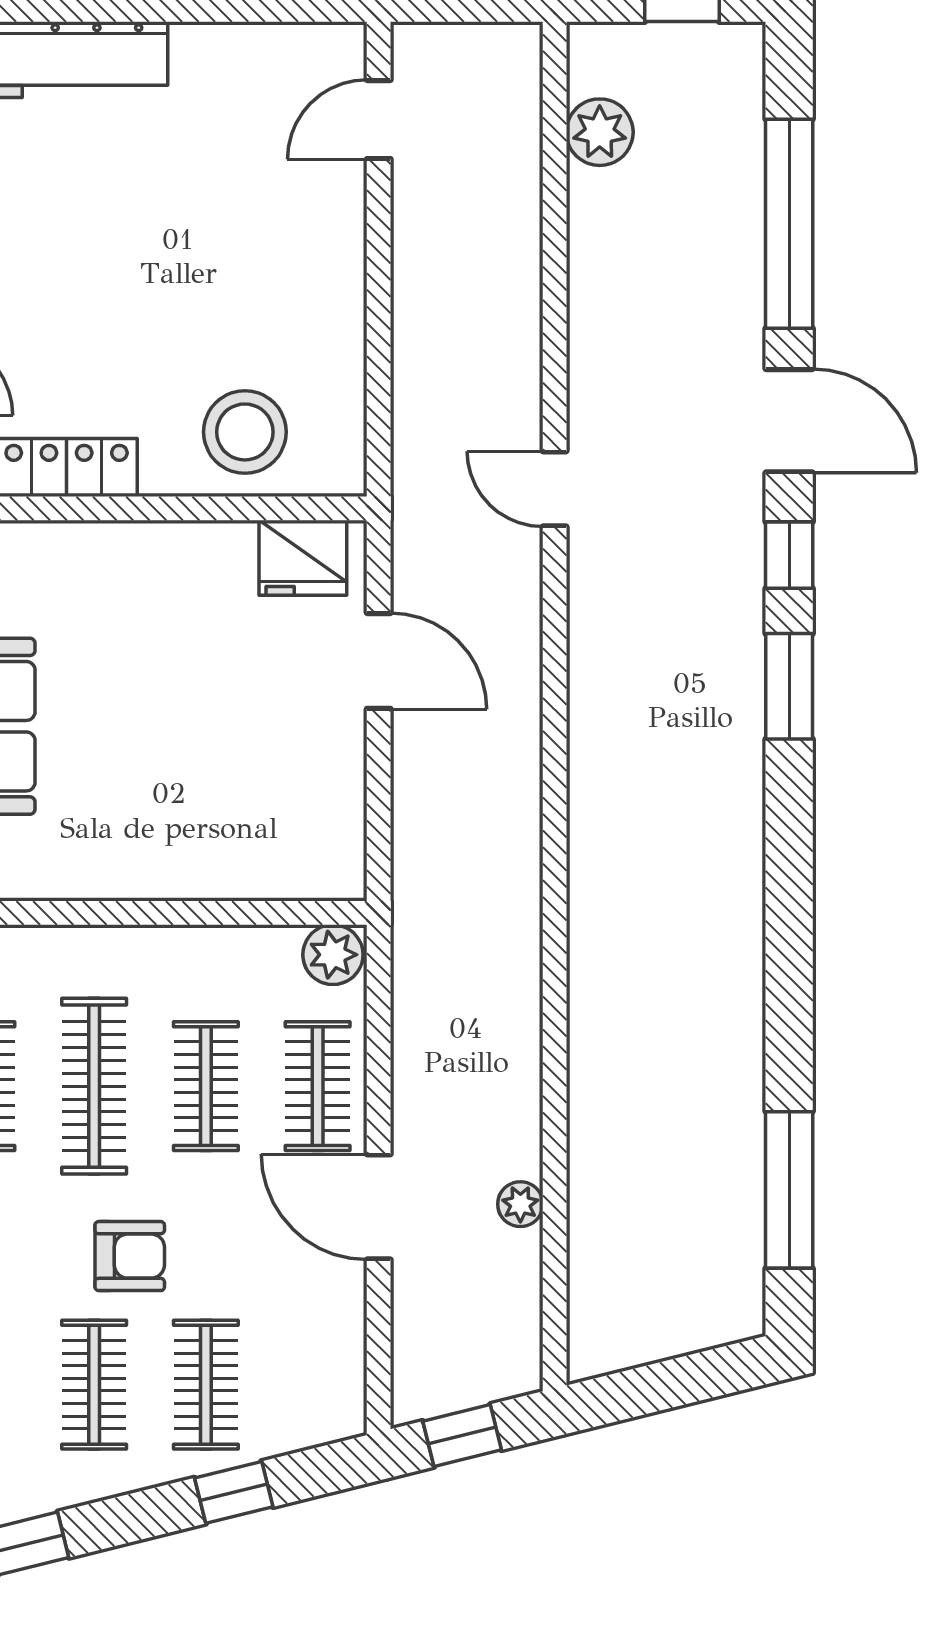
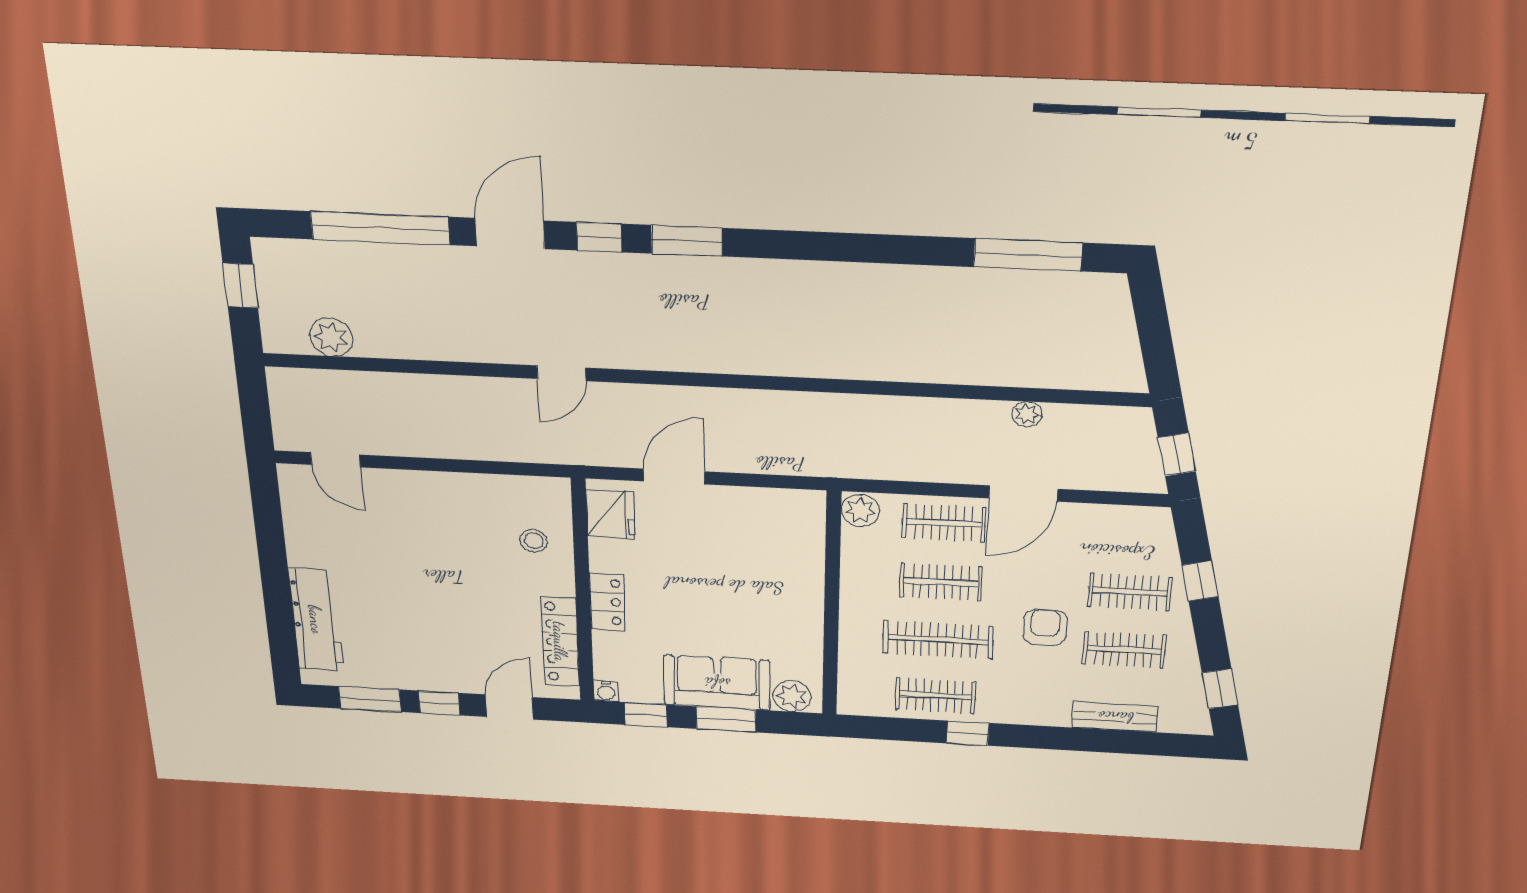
stool: (245, 432) -> (534, 541), width x0.53, depth x0.53
locker: (134, 548) -> (607, 602), added

